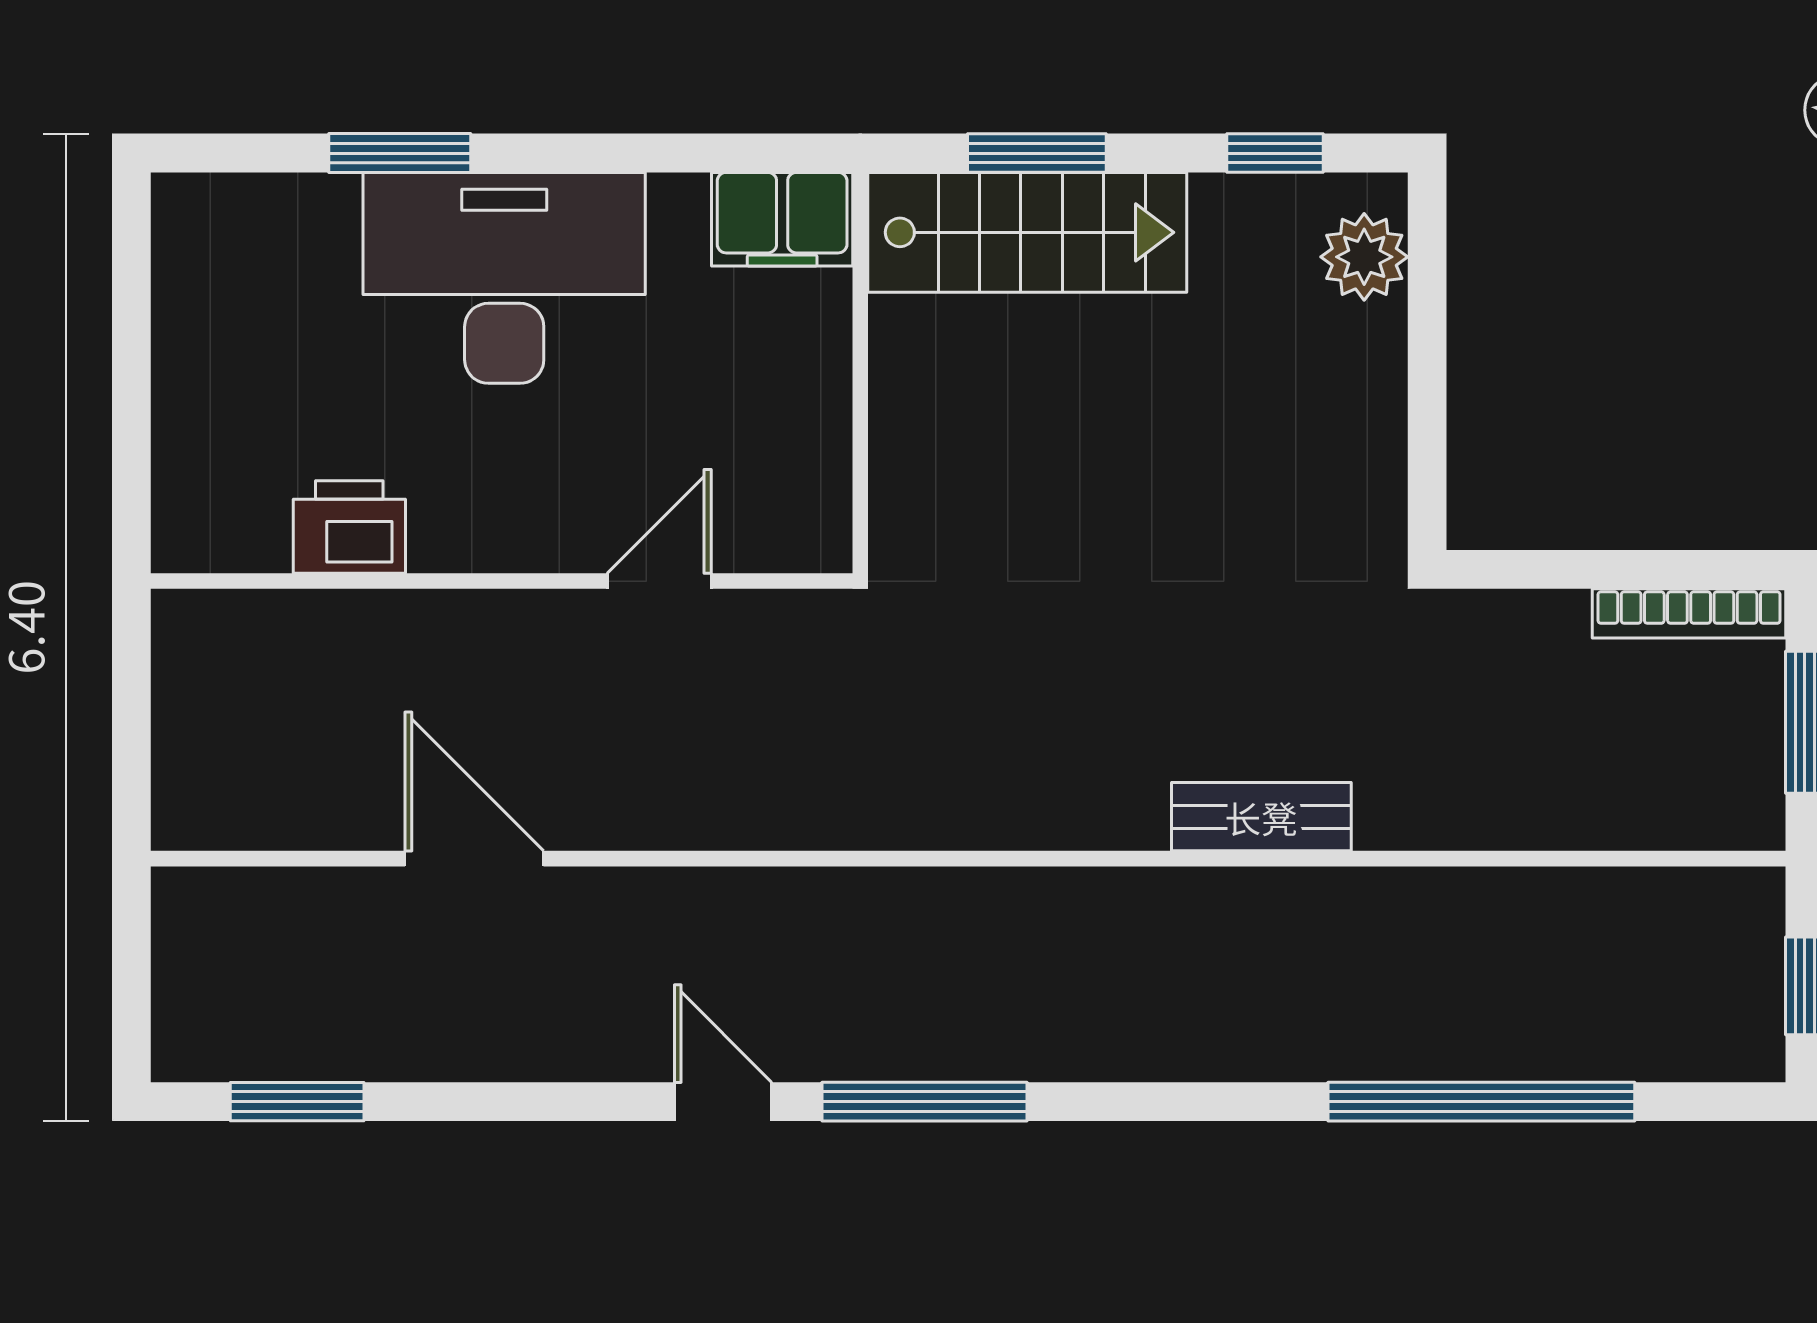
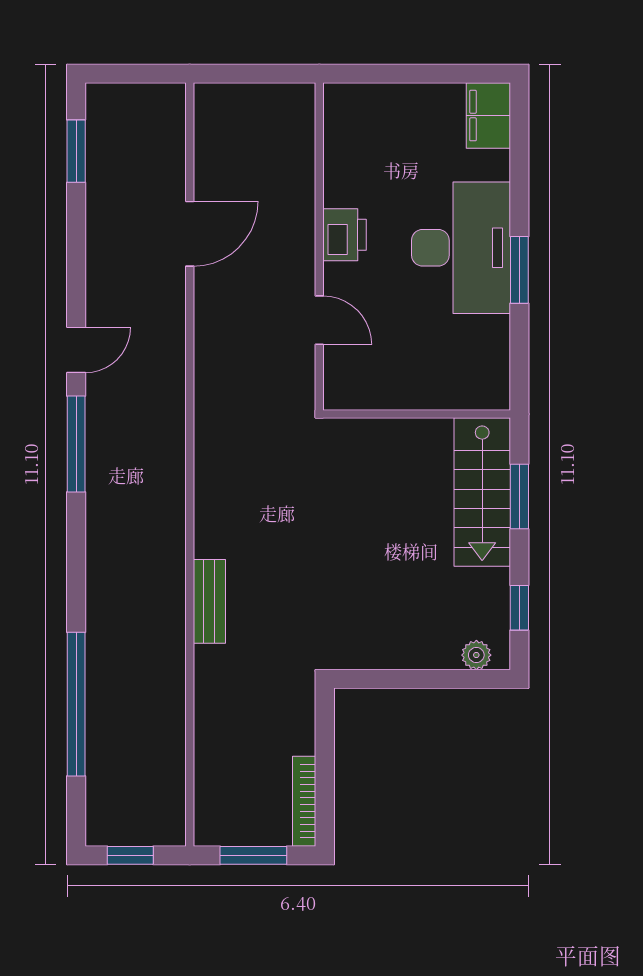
window: (400, 153) -> (519, 270), moved
filing cabinet: (782, 219) -> (488, 116), moved
plant: (1364, 257) -> (476, 655), width x0.73, depth x0.73
printer: (349, 527) -> (345, 235), moved

